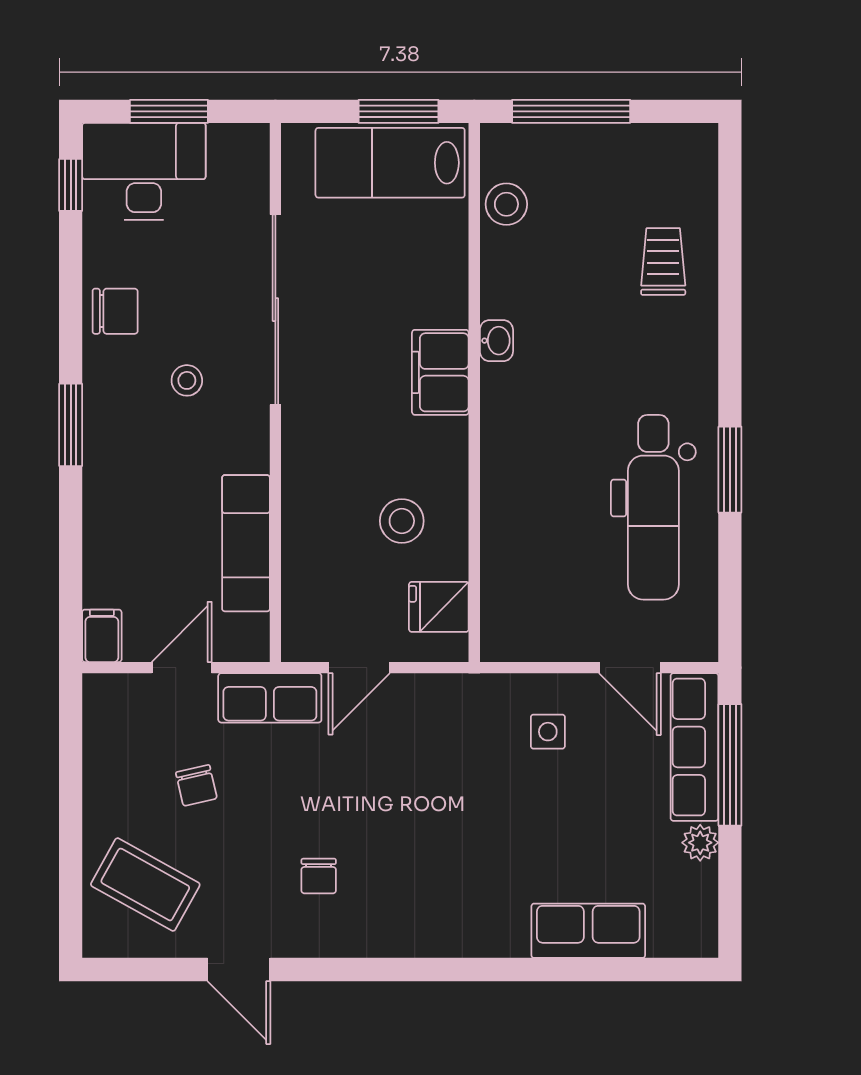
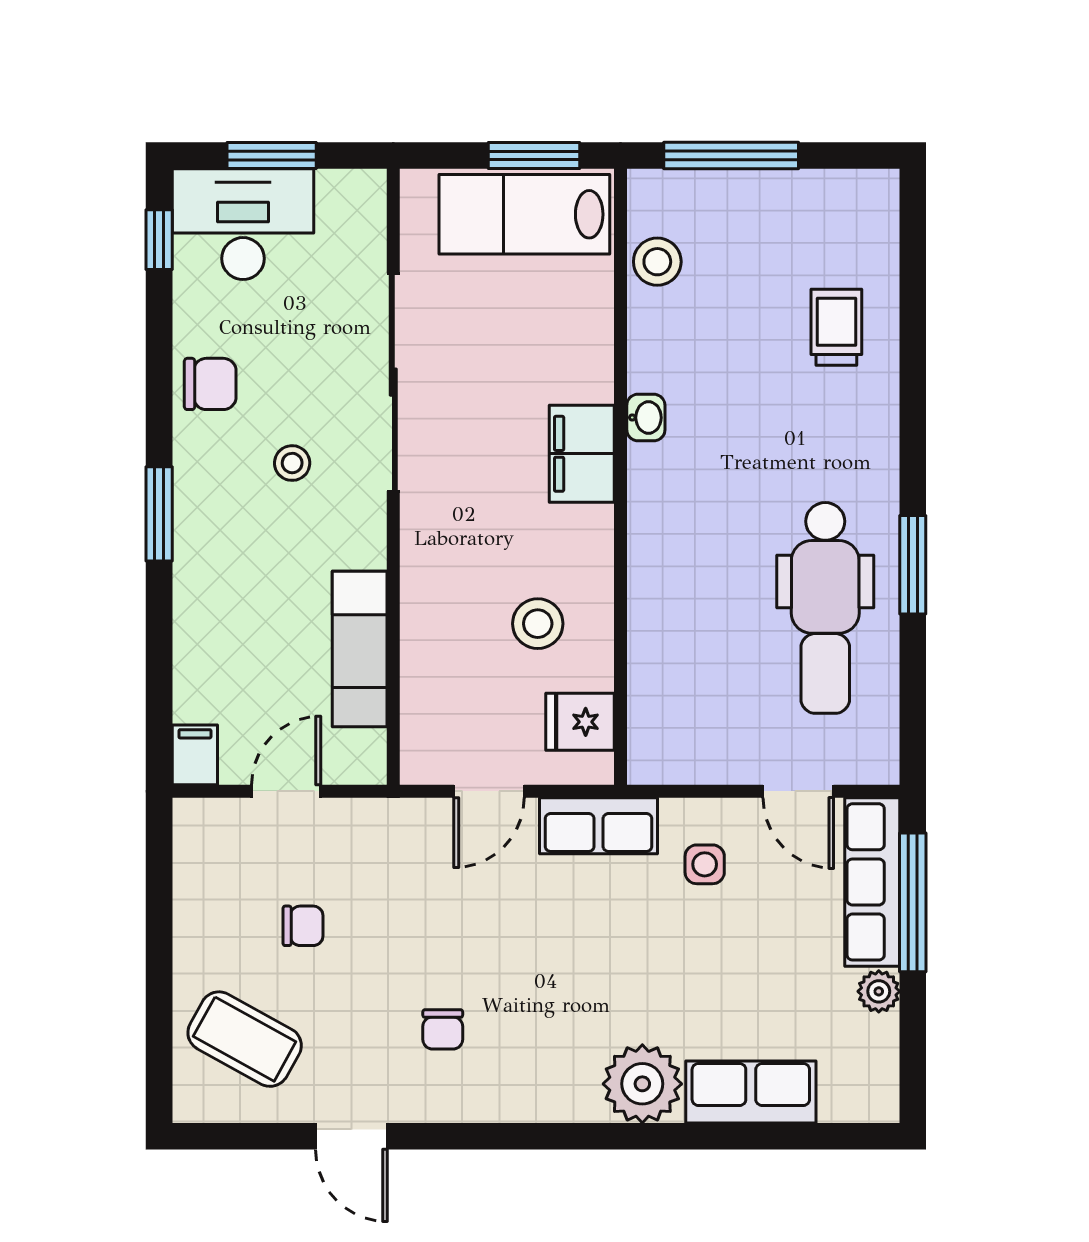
row of seats: (270, 698) -> (599, 826), moved
chair: (196, 785) -> (303, 926), turned -77
plant: (493, 924) -> (642, 1084), added

